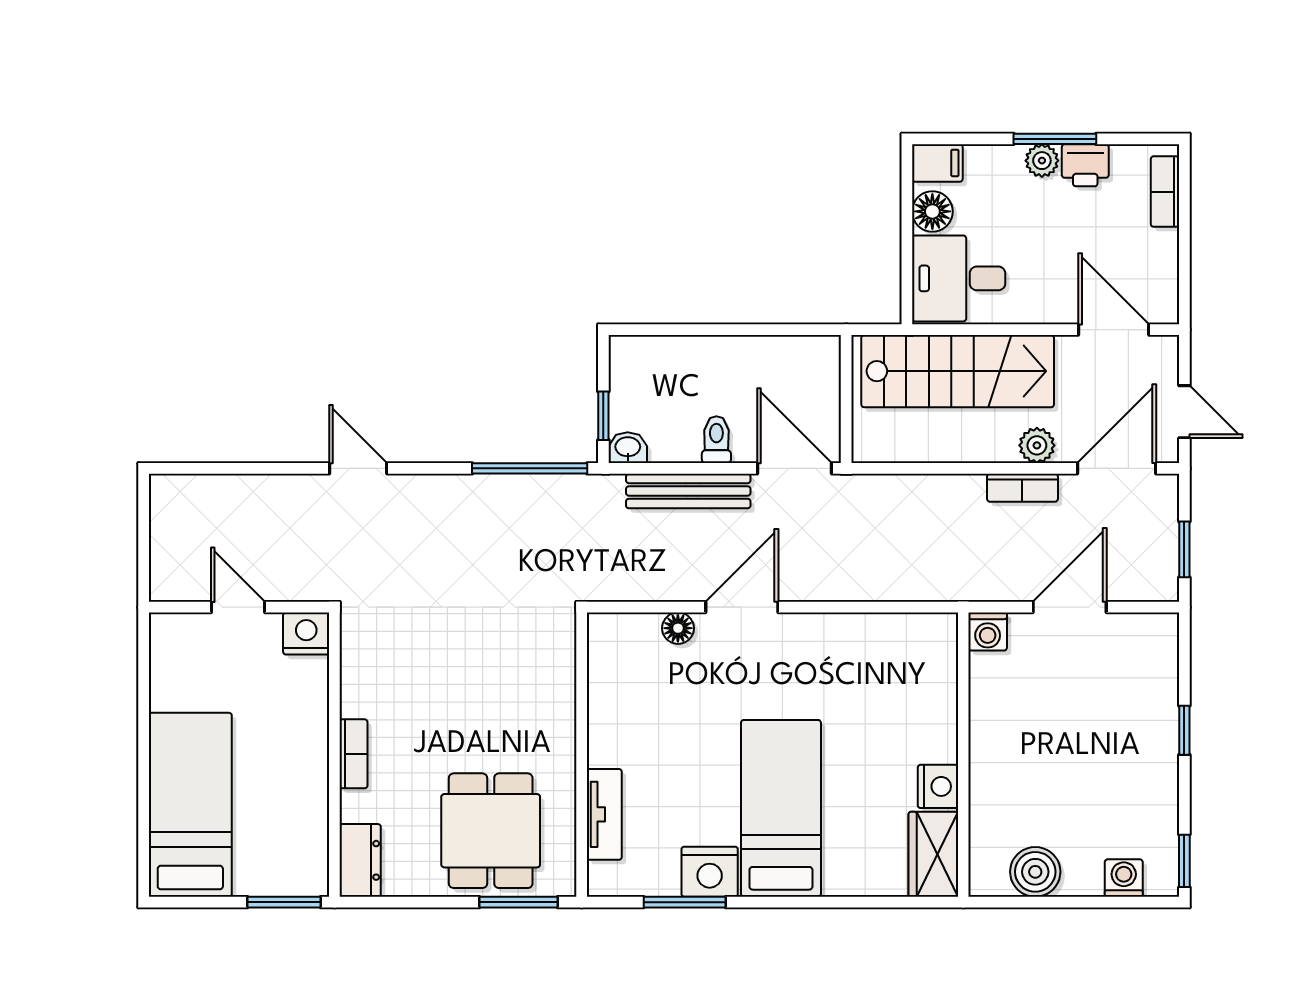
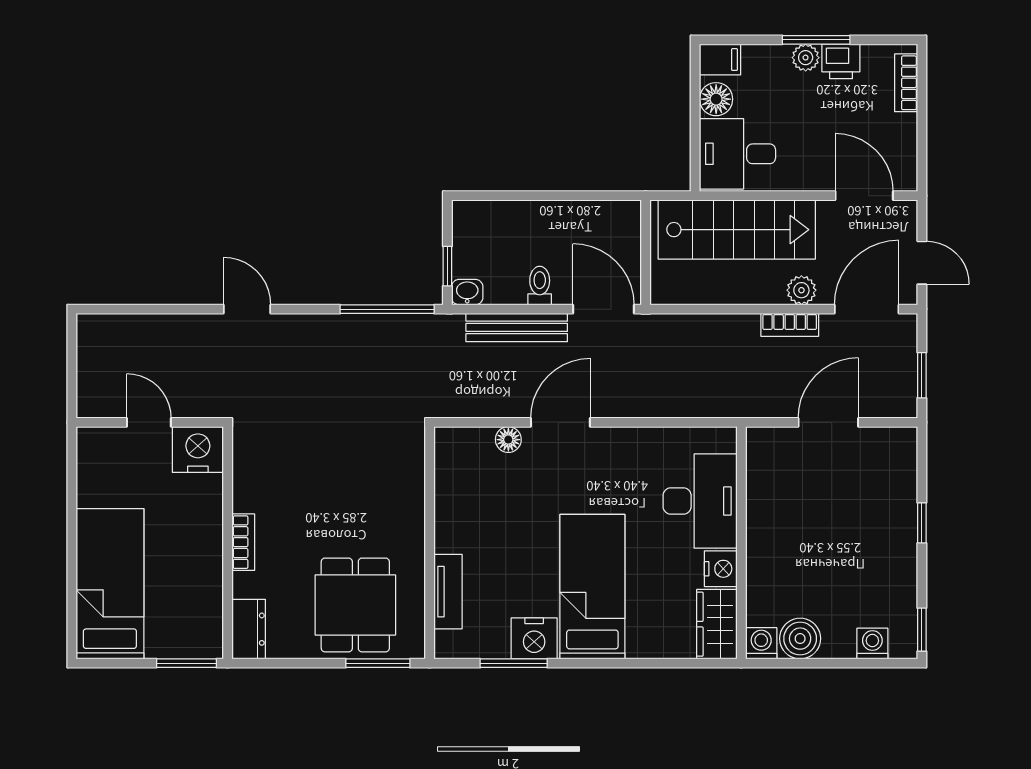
washing machine: (988, 632) -> (761, 643), moved, turned 180
nightstand: (306, 634) -> (198, 450), width x1.36, depth x1.33
desk: (913, 703) -> (700, 501), added

